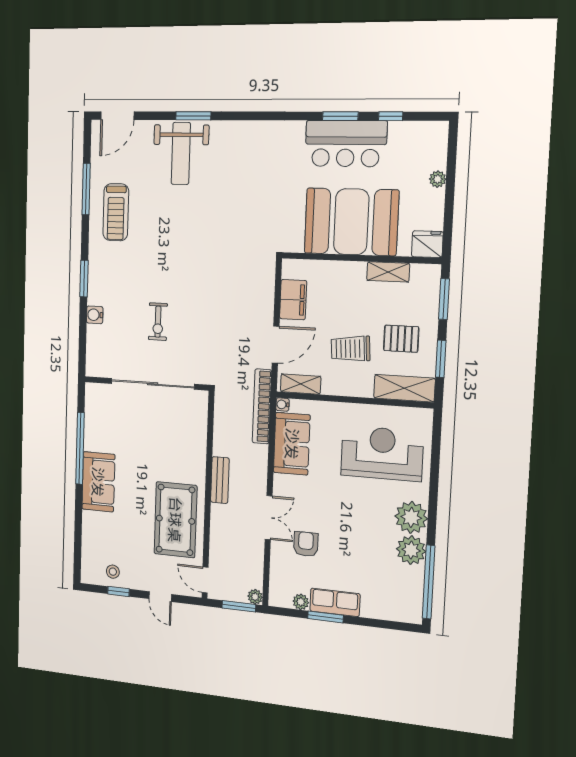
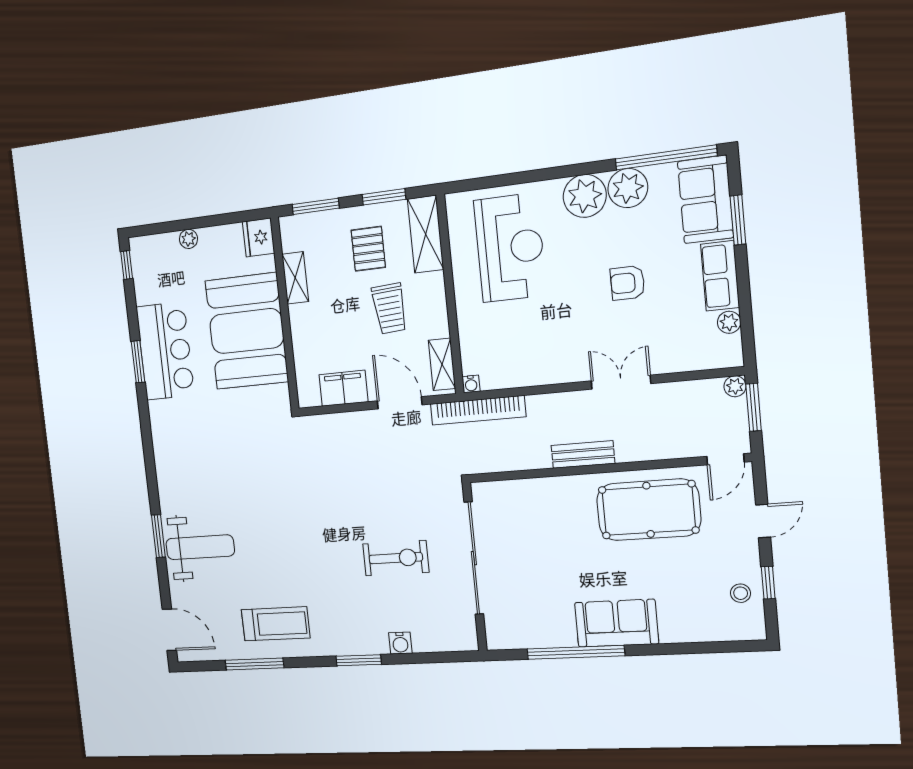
window: (391, 116) -> (127, 265), moved
exercise bike: (158, 322) -> (396, 558), width x1.38, depth x1.39
sofa: (292, 444) -> (705, 199), moved, turned -90
reception desk: (382, 453) -> (510, 248), turned 180
armchair: (306, 544) -> (628, 283), moved
window: (325, 617) -> (738, 220), moved

